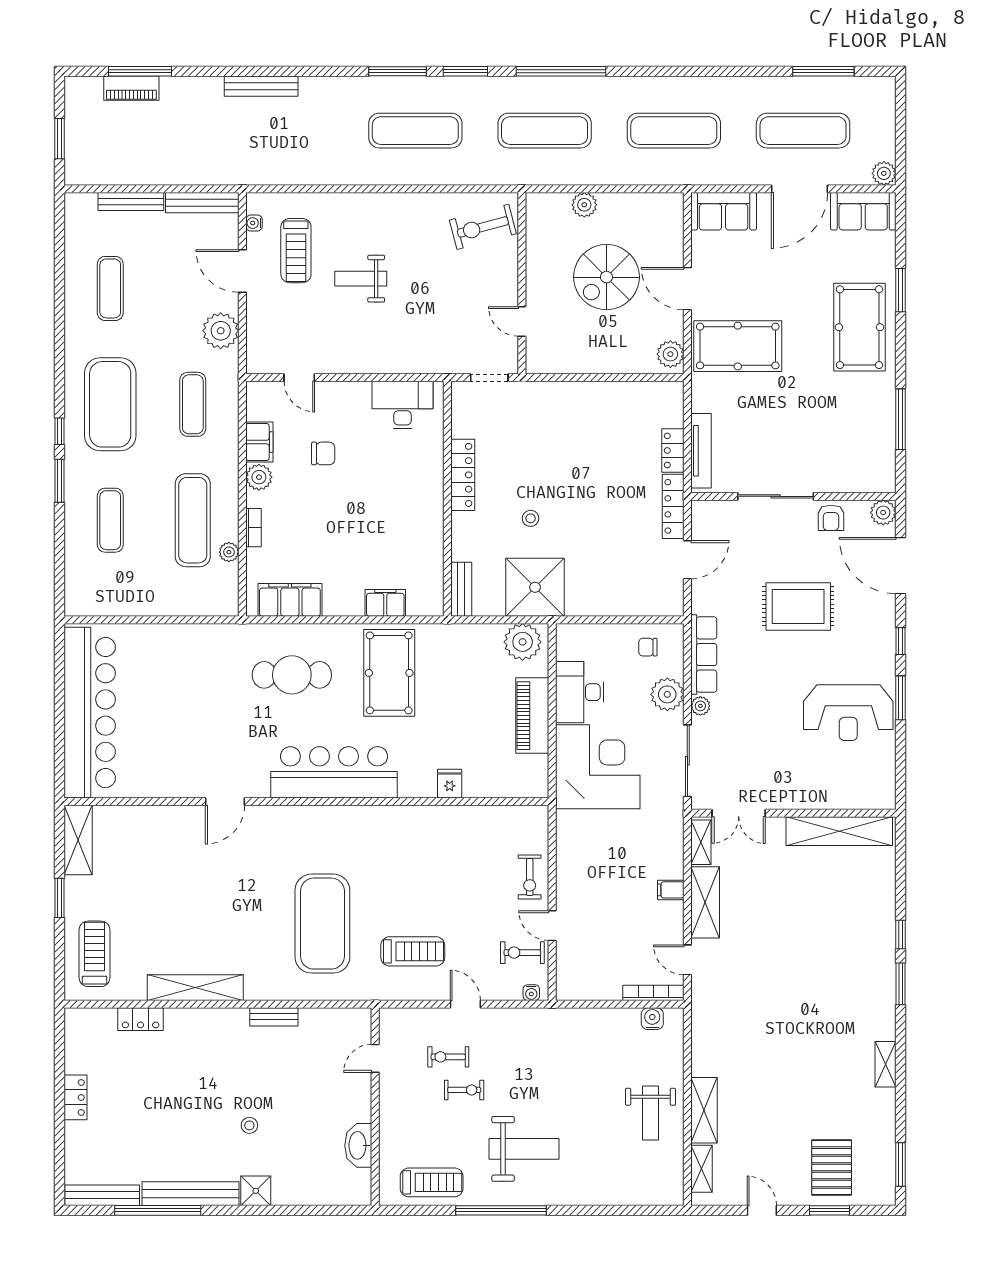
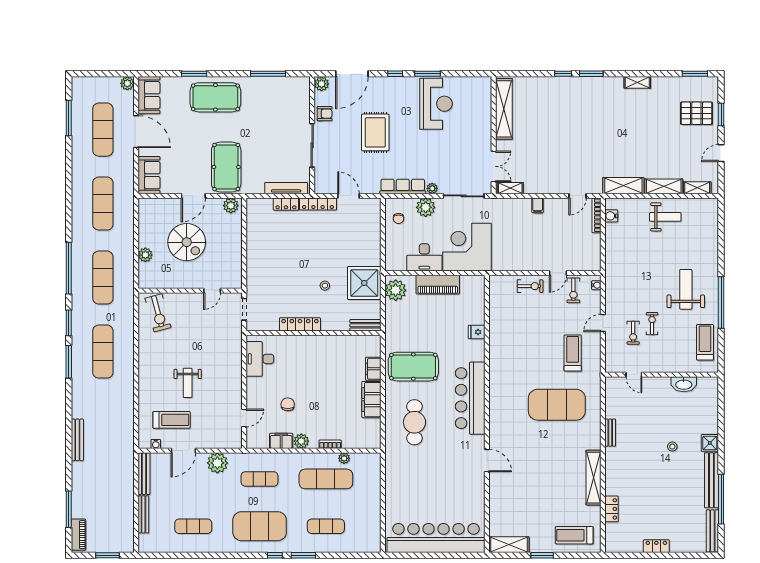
piano: (131, 88) -> (79, 535), moved
filing cabinet: (290, 600) -> (371, 400), moved
shelving: (705, 902) -> (623, 186), moved

